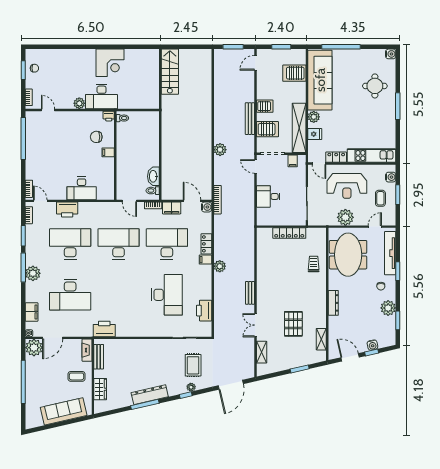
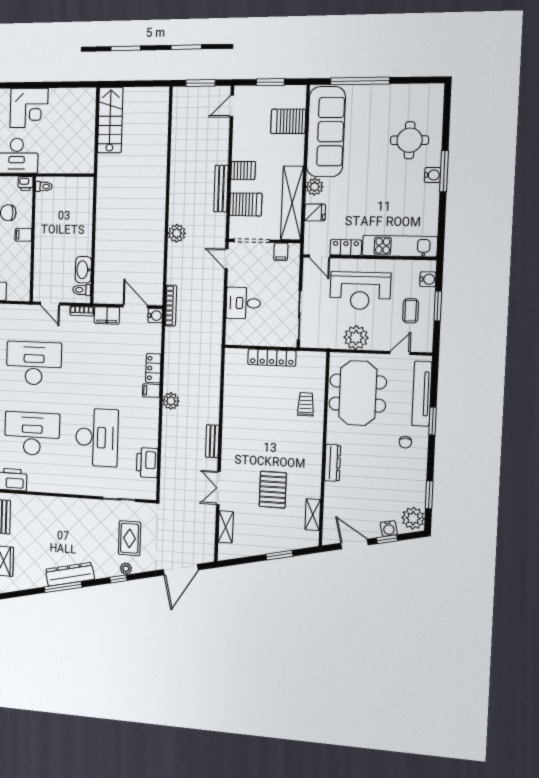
water cooler: (391, 54) -> (433, 175), moved
desk: (167, 244) -> (32, 434), moved
plant: (388, 308) -> (413, 518), moved

